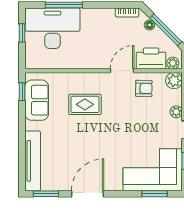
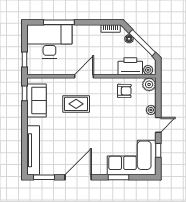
window: (22, 33) -> (24, 60), moved
door: (122, 71) -> (84, 76), moved
window: (155, 194) -> (119, 177), moved

